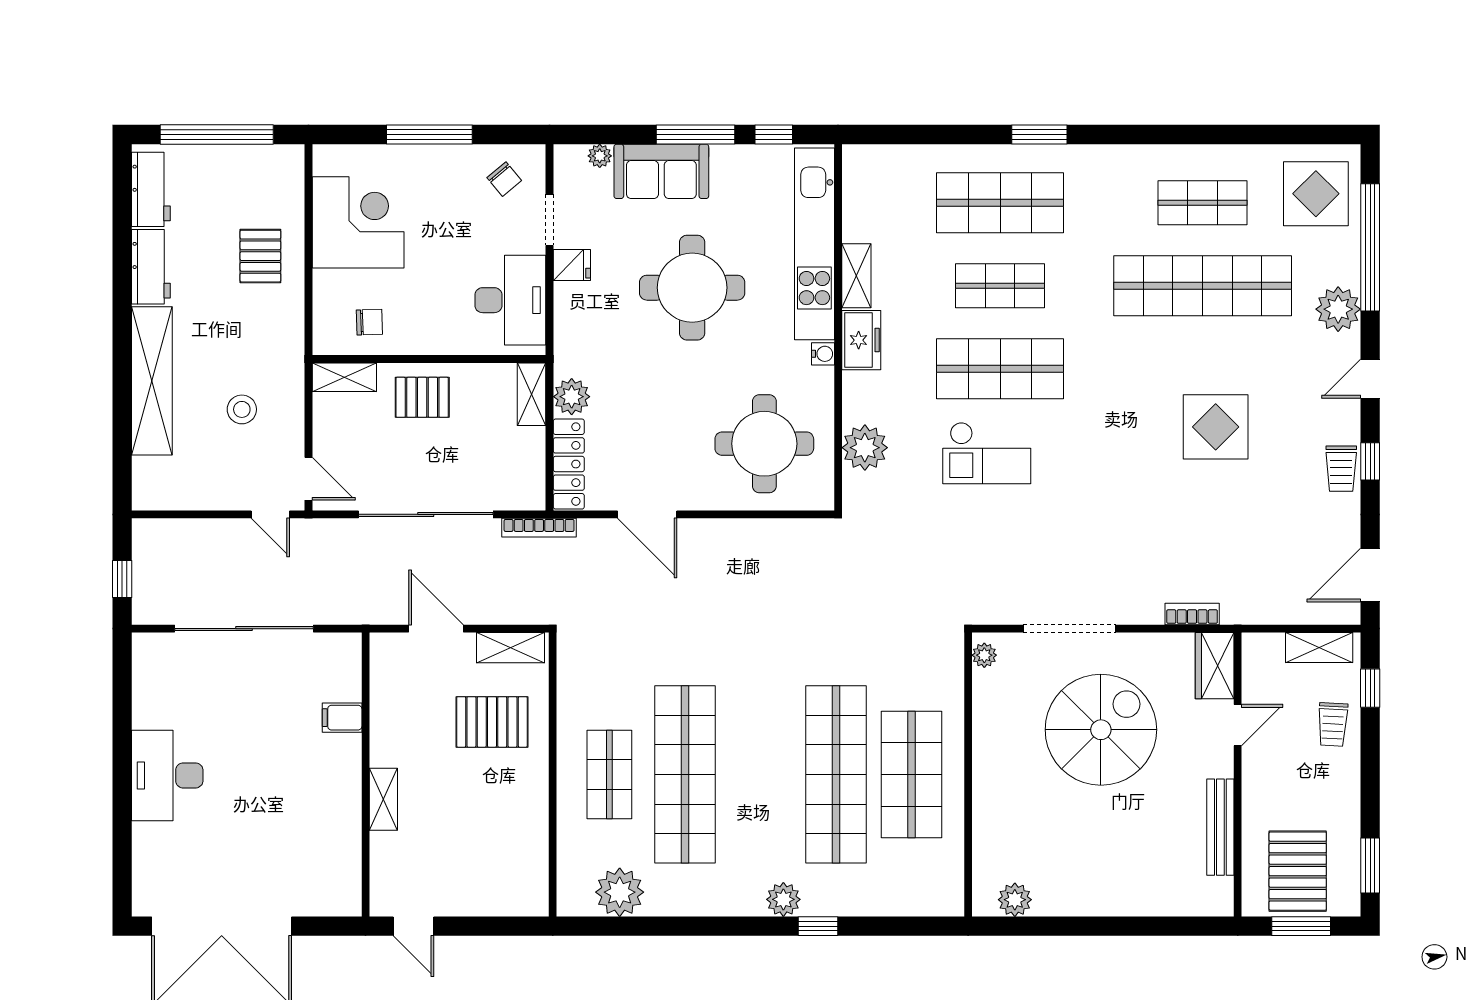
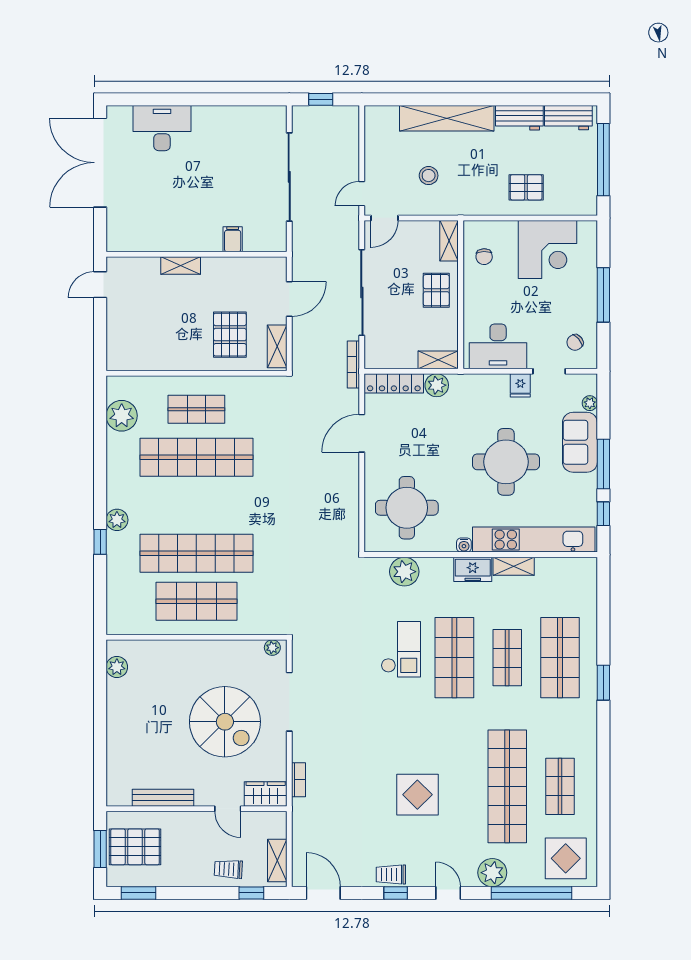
checkout: (987, 453) -> (401, 649), turned 180
desk: (167, 775) -> (162, 128), moved

